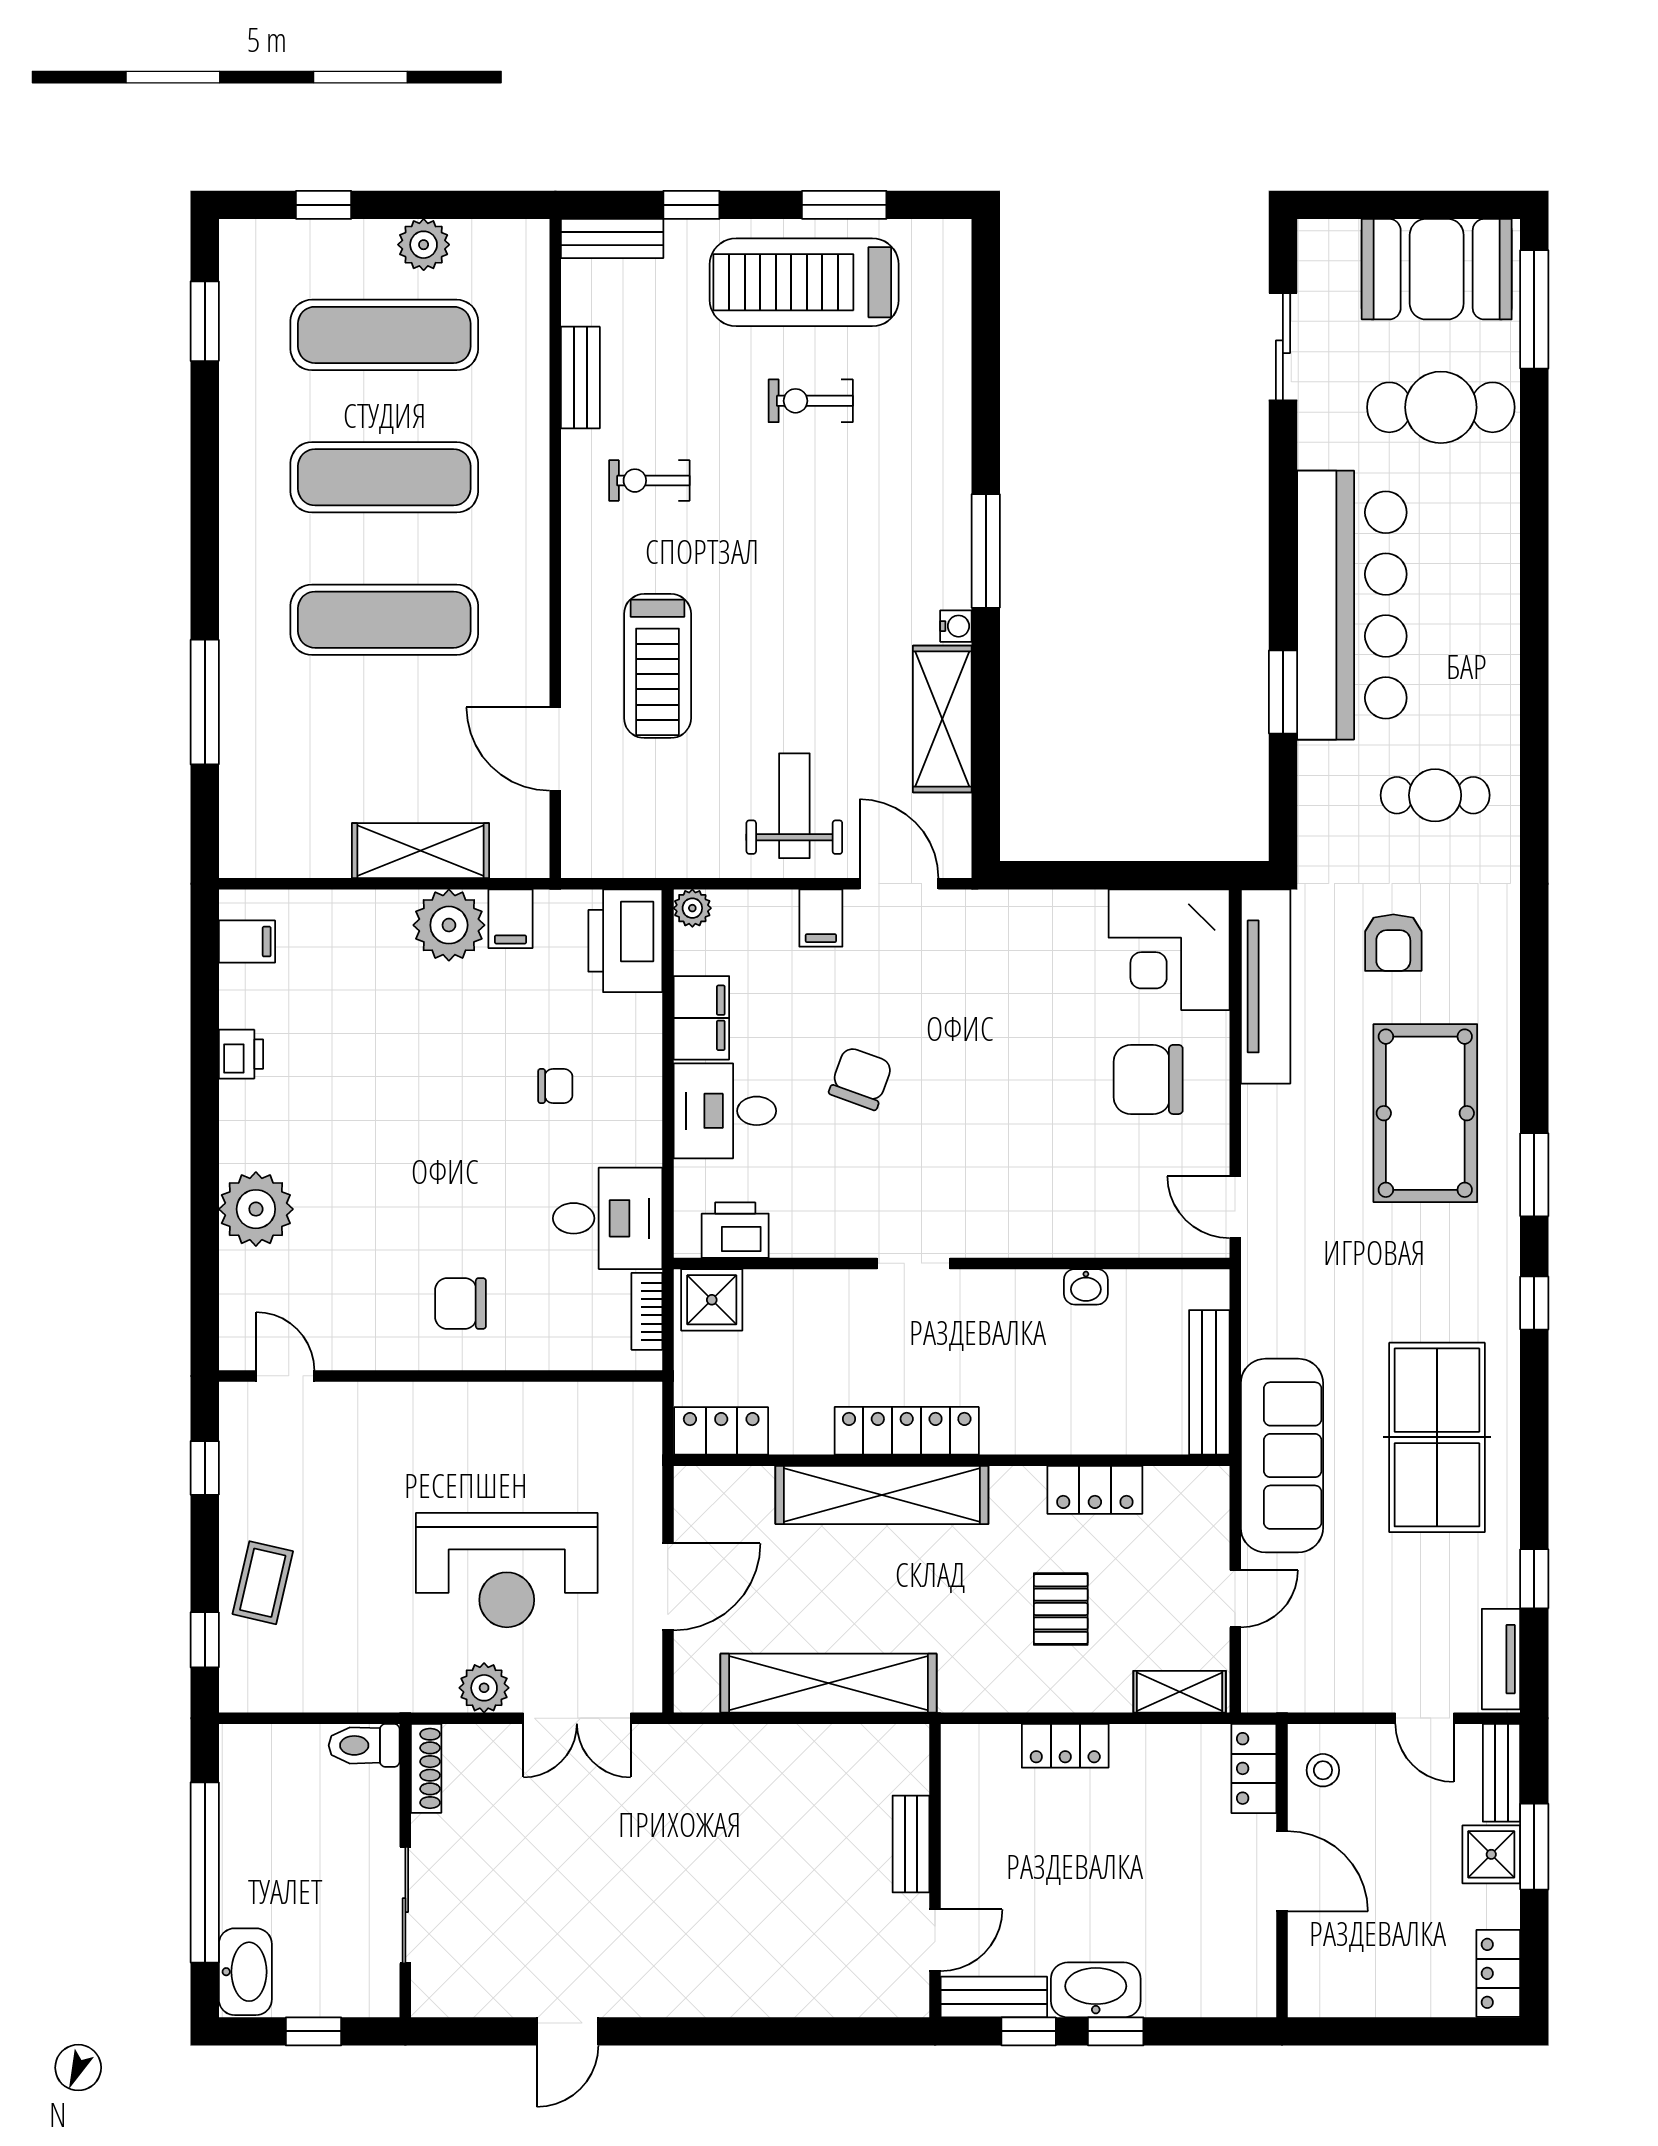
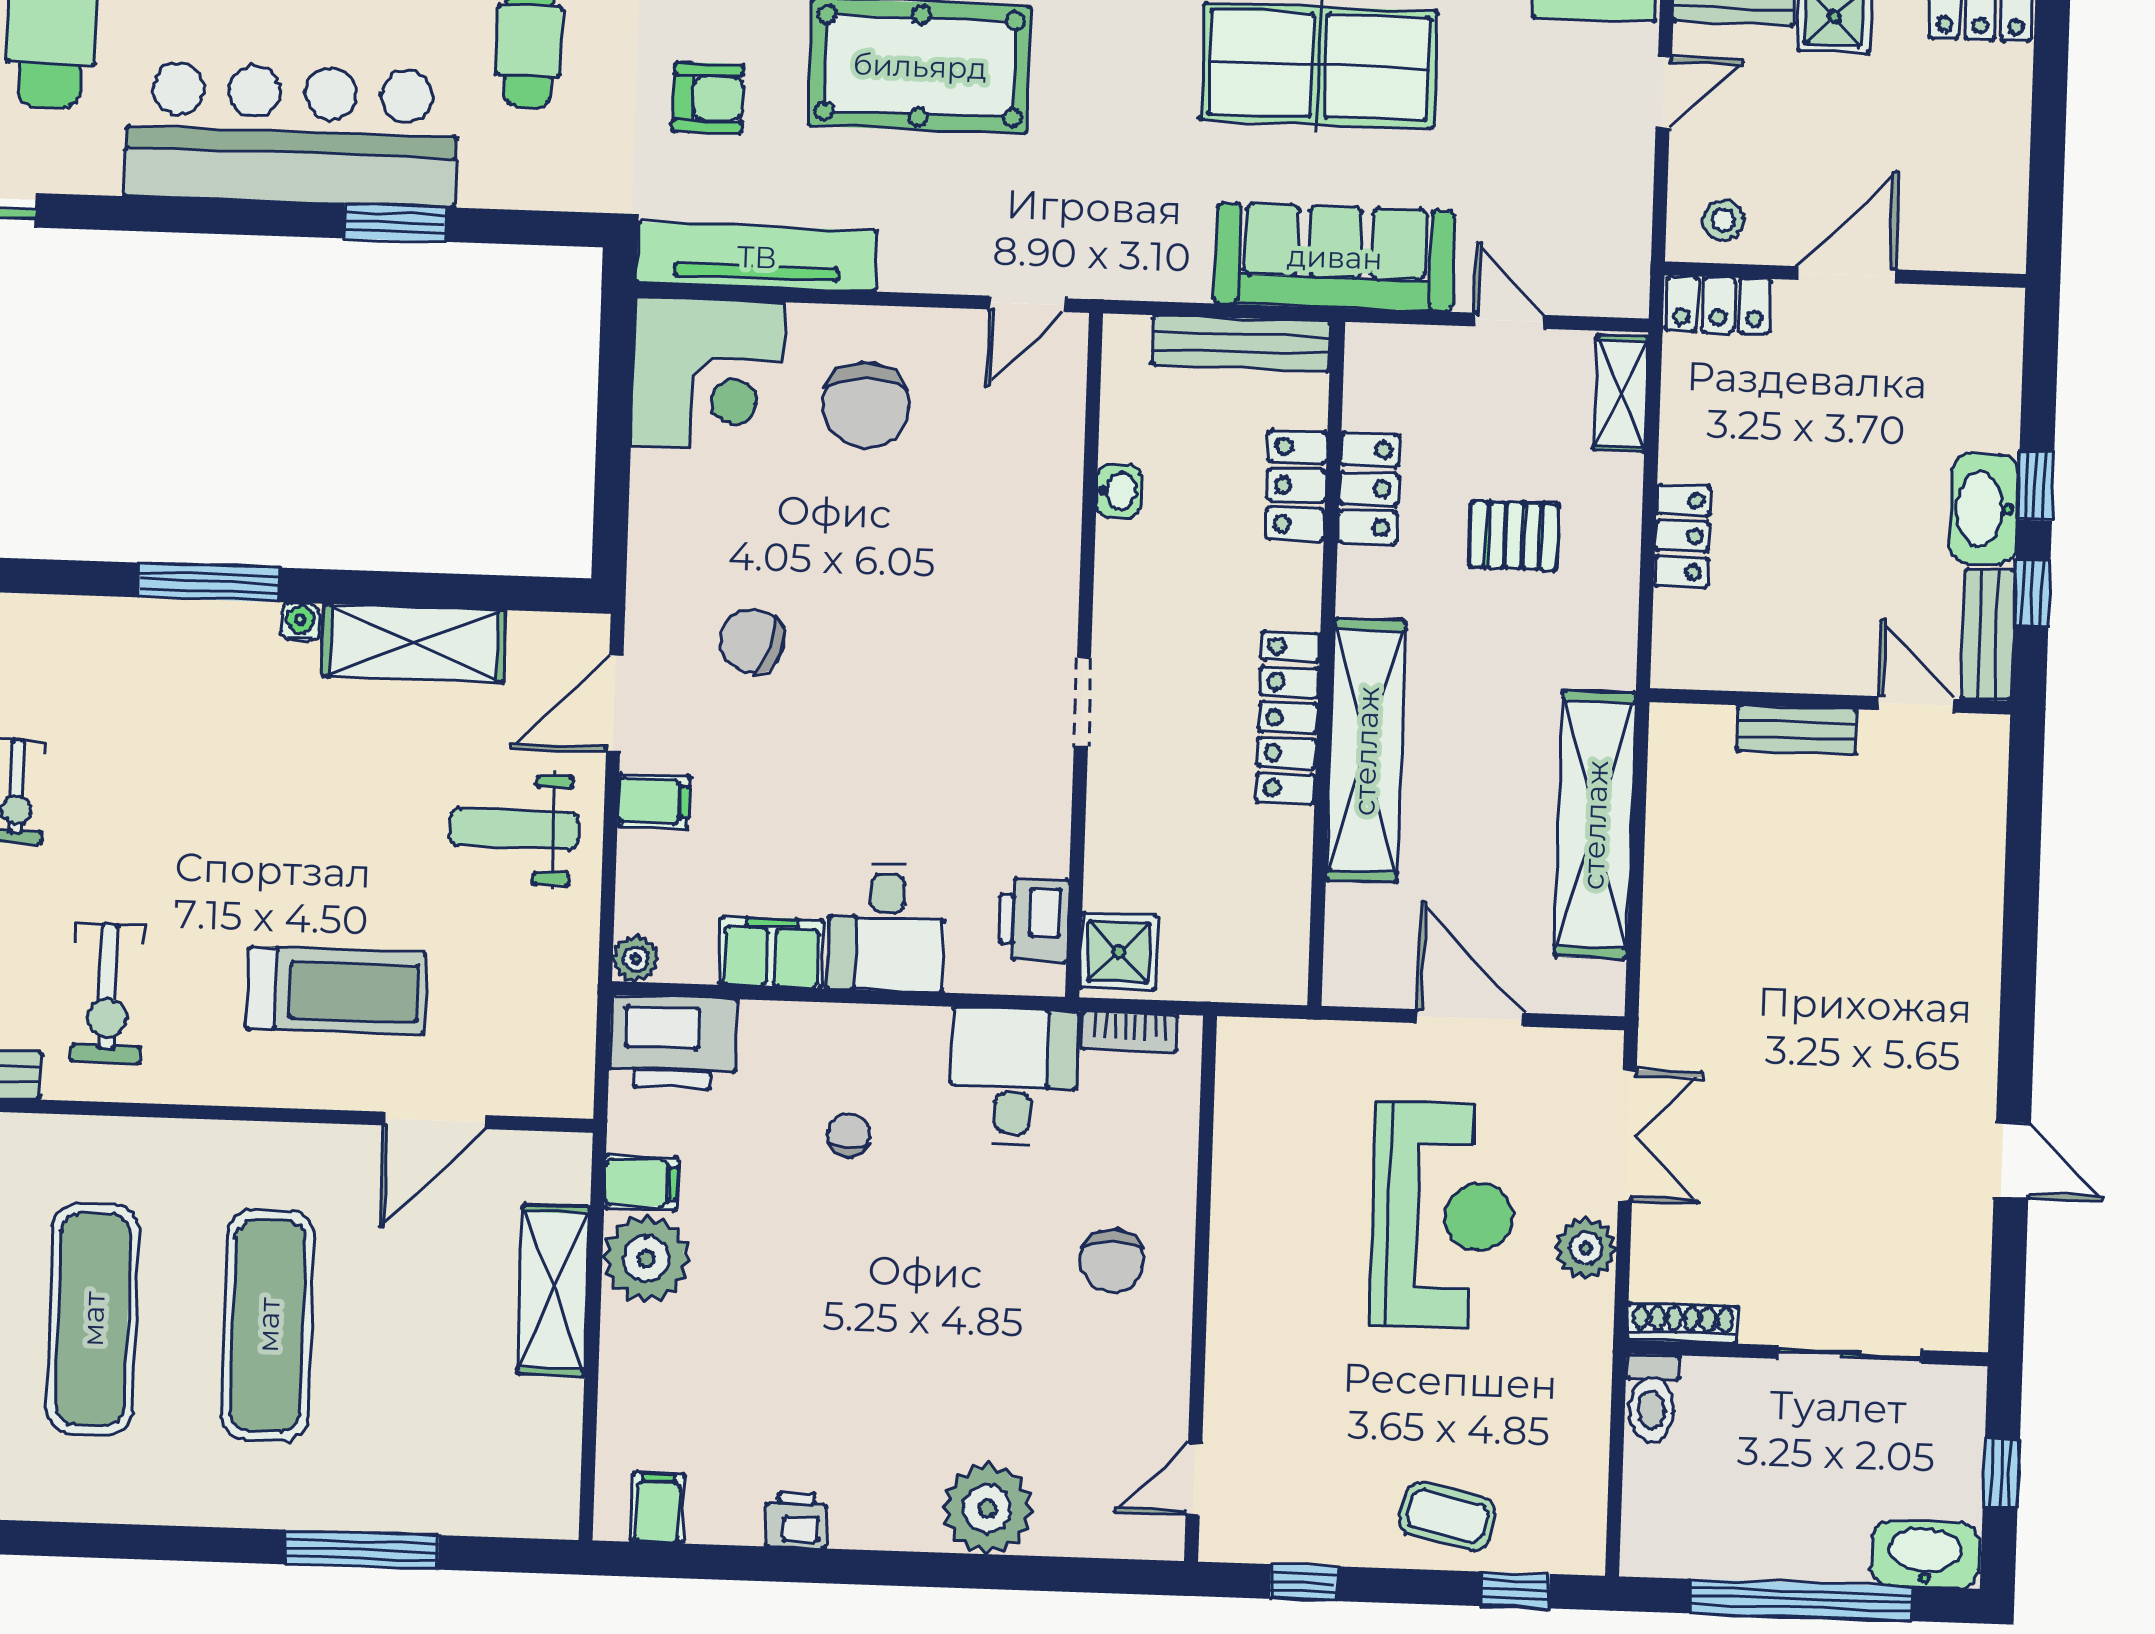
exercise bike: (649, 481) -> (108, 993), width x1.38, depth x1.39
chair: (861, 1078) -> (752, 641), moved
locker: (721, 1431) -> (1296, 486), moved

